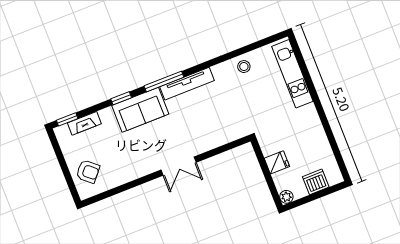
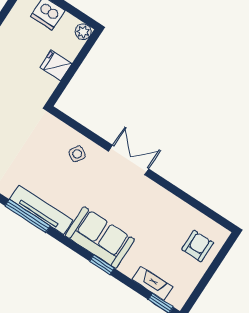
window: (164, 81) -> (28, 216), moved
side table: (207, 134) -> (77, 154), added
armchair: (88, 171) -> (198, 246), turned 49

